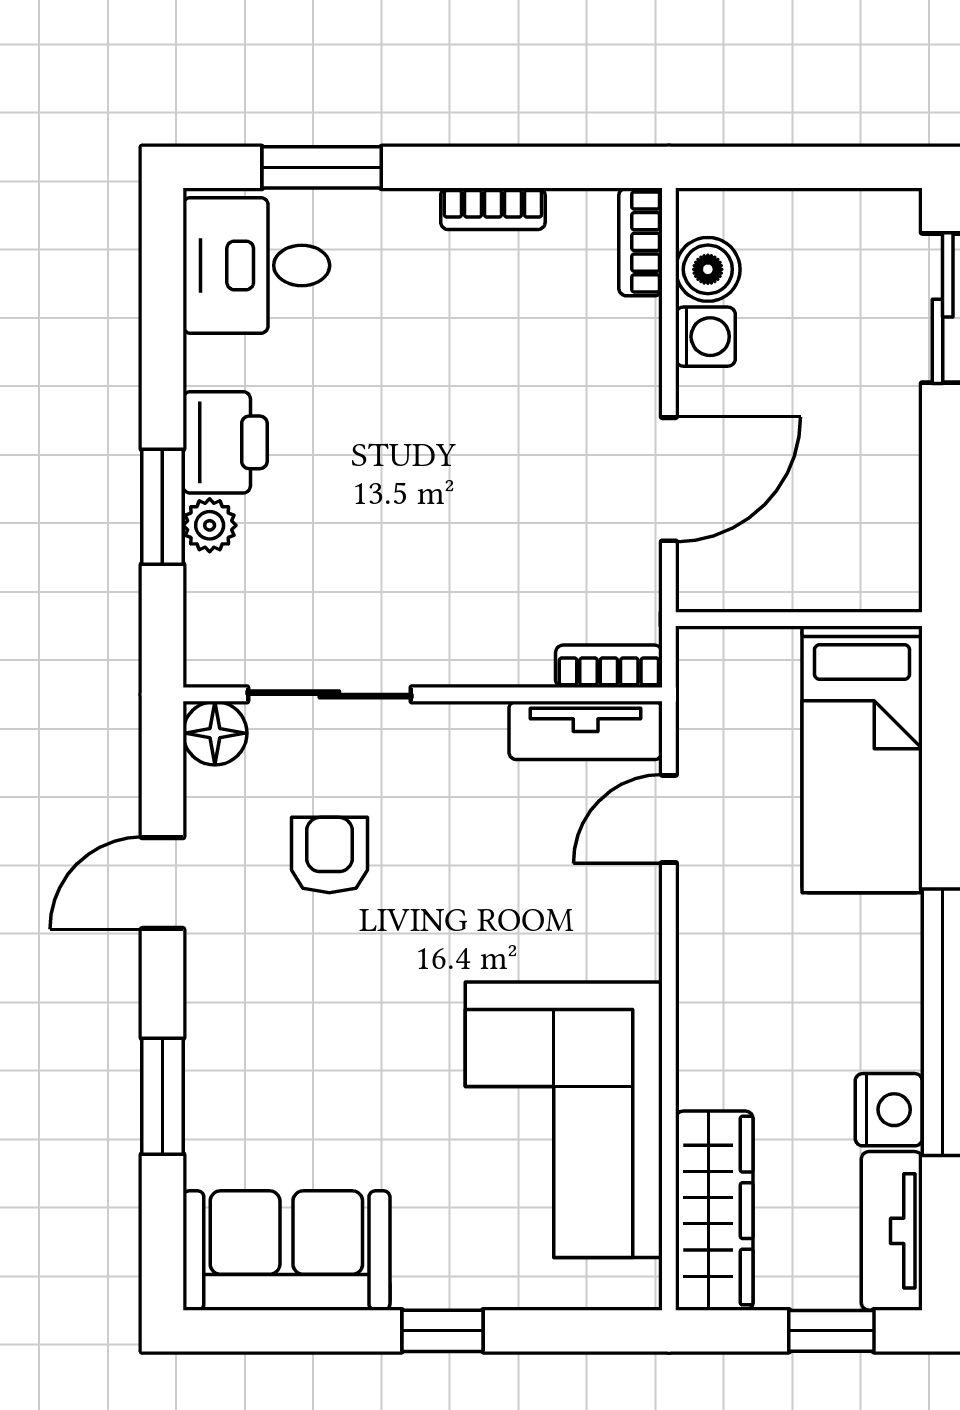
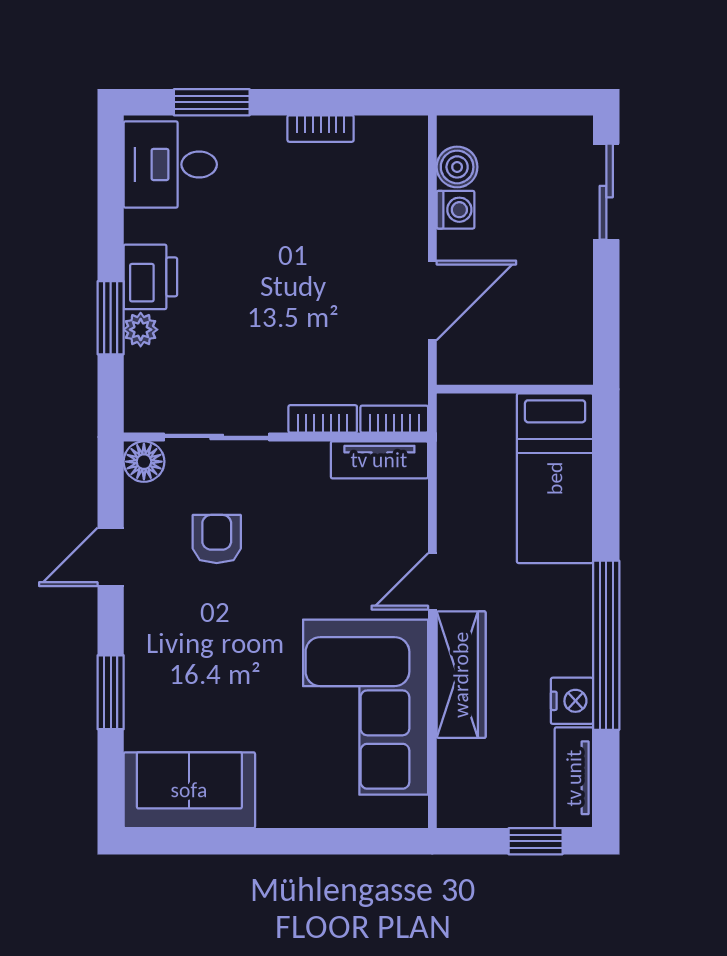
bookcase: (640, 242) -> (323, 419), moved, turned 90
door: (669, 819) -> (432, 581), moved
wardrobe: (714, 1211) -> (461, 675), moved
window: (442, 1331) -> (289, 841), removed

